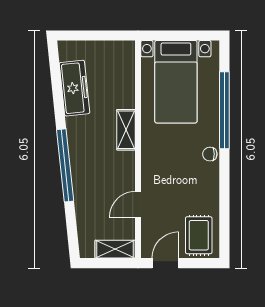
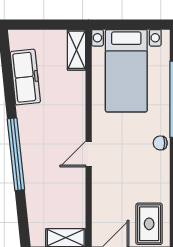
shelving: (126, 130) -> (77, 50), moved
door: (138, 204) -> (89, 154), moved

